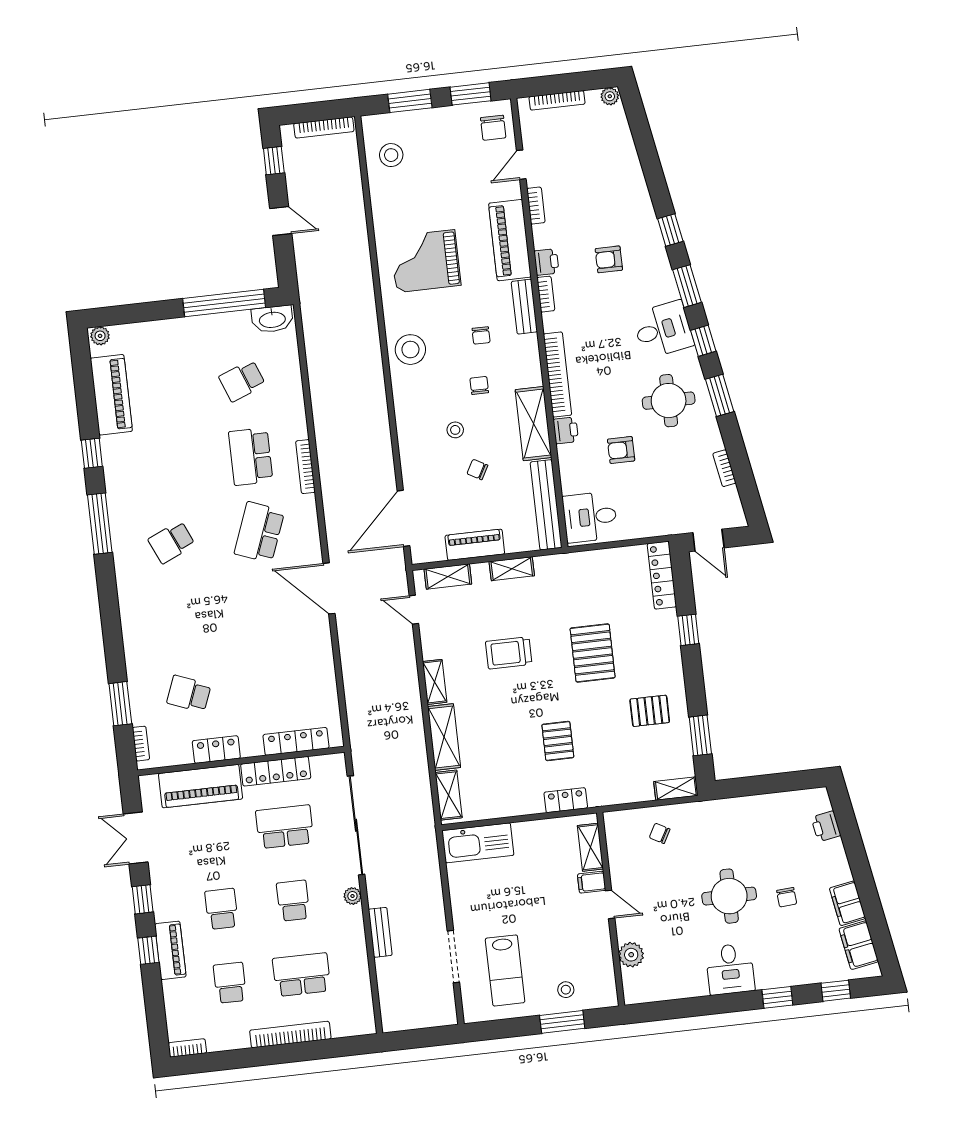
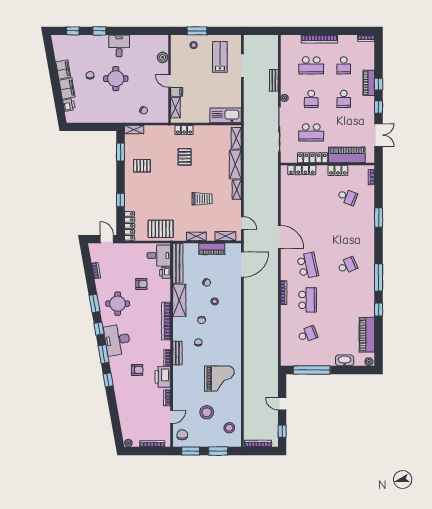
piano: (510, 240) -> (180, 384), removed
printer: (546, 262) -> (163, 377), width x1.87, depth x1.48
washbasin: (272, 319) -> (345, 360), moved
desk: (663, 330) -> (117, 340), width x1.37
stool: (410, 350) -> (207, 412), moved
printer: (566, 430) -> (165, 273), moved
school desk: (259, 532) -> (308, 266), turned -33
pallet: (593, 653) -> (161, 229), moved, turned 90
window: (120, 704) -> (379, 218), moved
filing cabinet: (859, 945) -> (67, 89), moved

